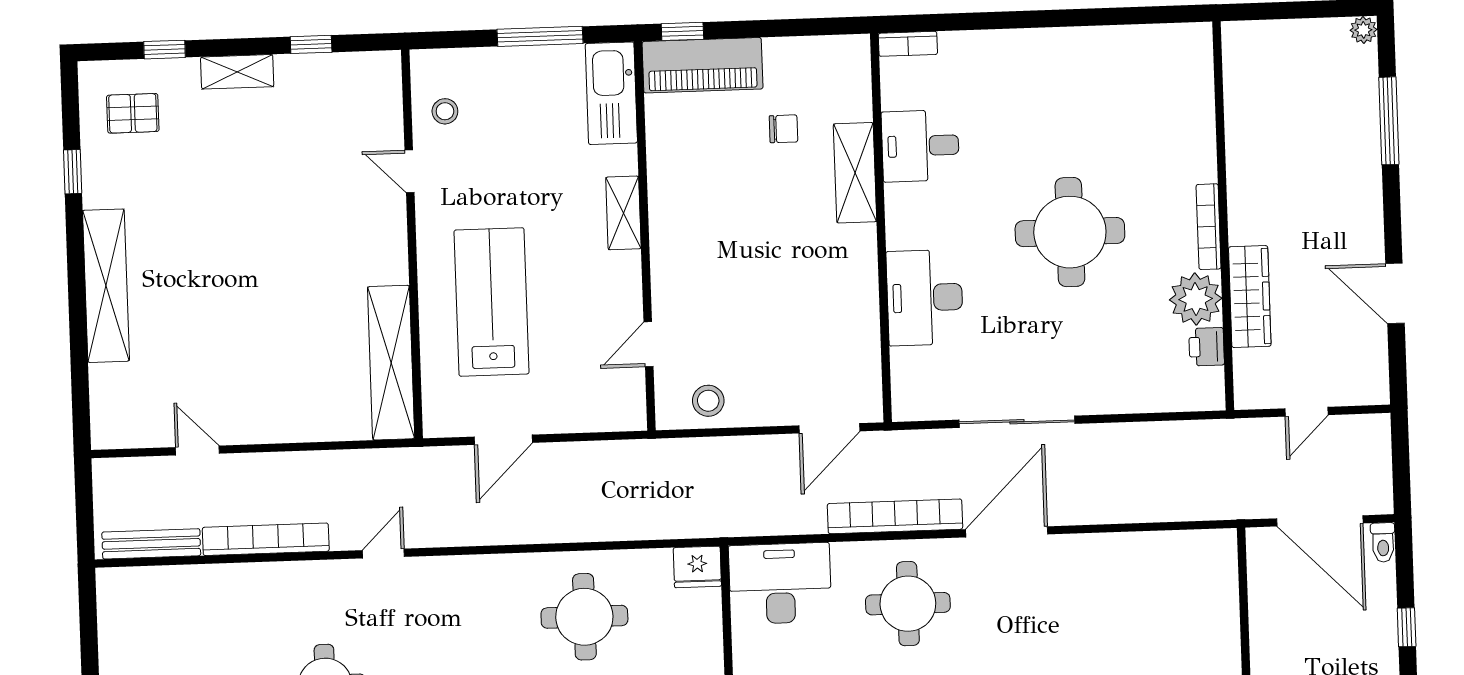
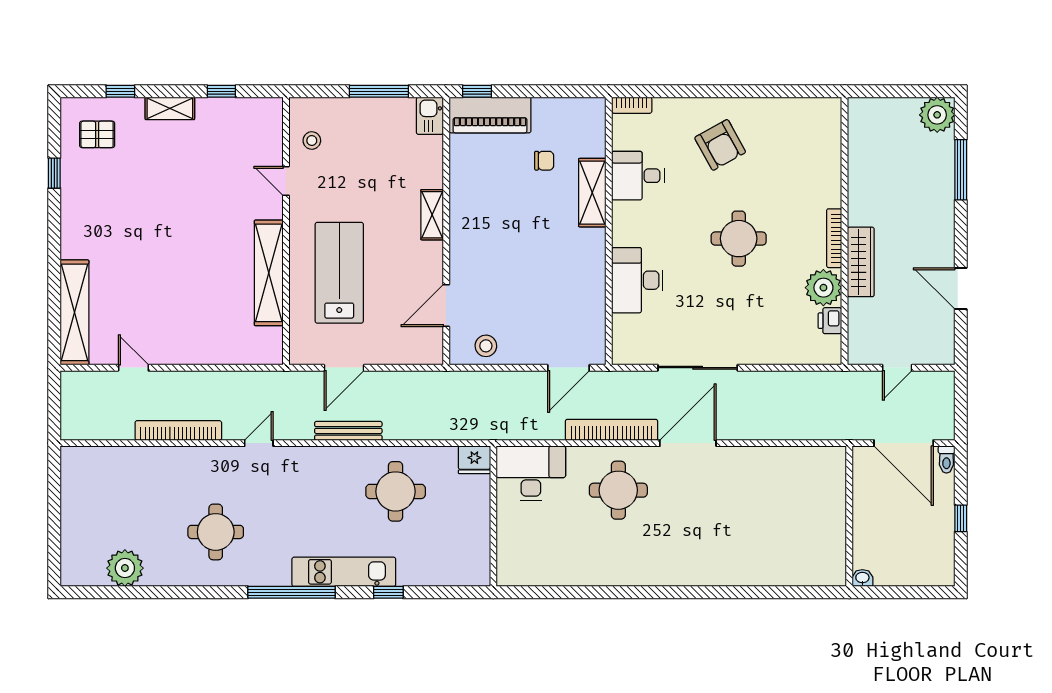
plant: (1363, 30) -> (937, 115), width x1.87, depth x1.87
kitchen sink: (611, 93) -> (430, 116), width x0.53, depth x0.81
armchair: (1038, 97) -> (720, 145), added
round table: (1070, 232) -> (739, 239), width x0.73, depth x0.73
shelving: (106, 286) -> (75, 312), moved
wardrobe: (1250, 297) -> (861, 262), moved
door: (649, 344) -> (446, 306), width x1.38
shelving: (391, 363) -> (269, 273), moved
bench: (151, 544) -> (348, 431), moved

